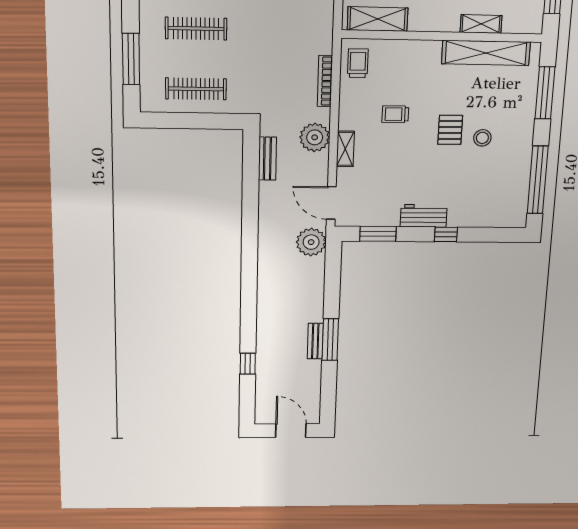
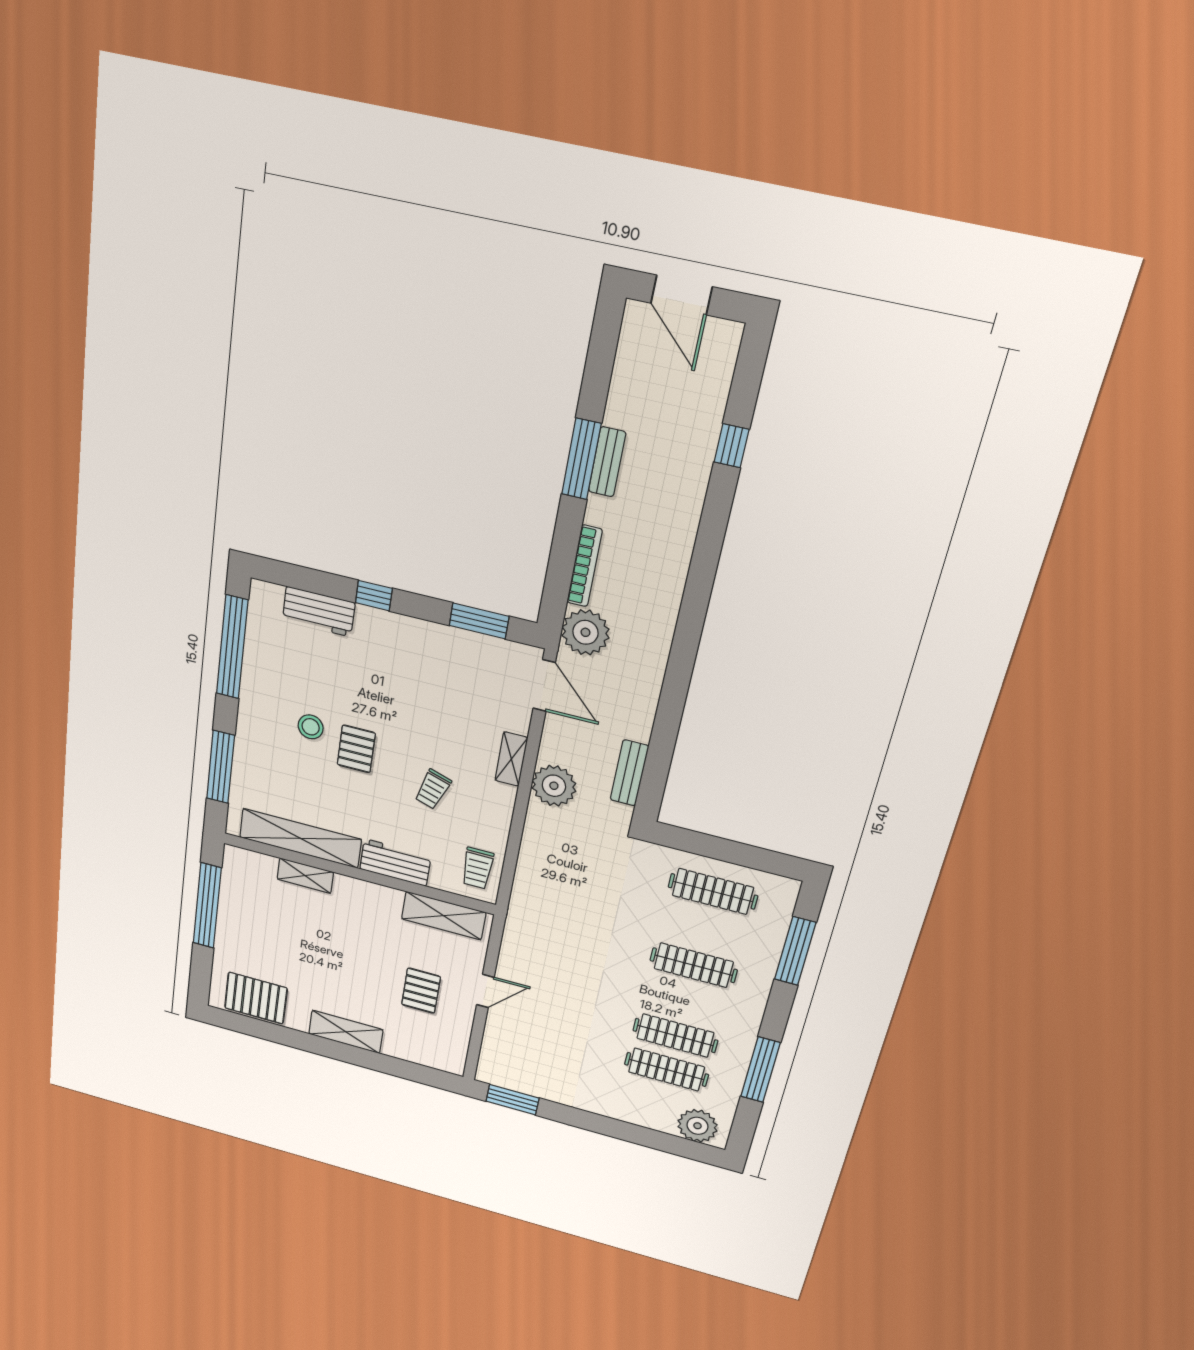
workbench: (416, 52) -> (395, 862), added
bookcase: (325, 81) -> (584, 566), moved
trolley: (395, 114) -> (433, 789), turned 108
workbench: (424, 216) -> (319, 612), moved

